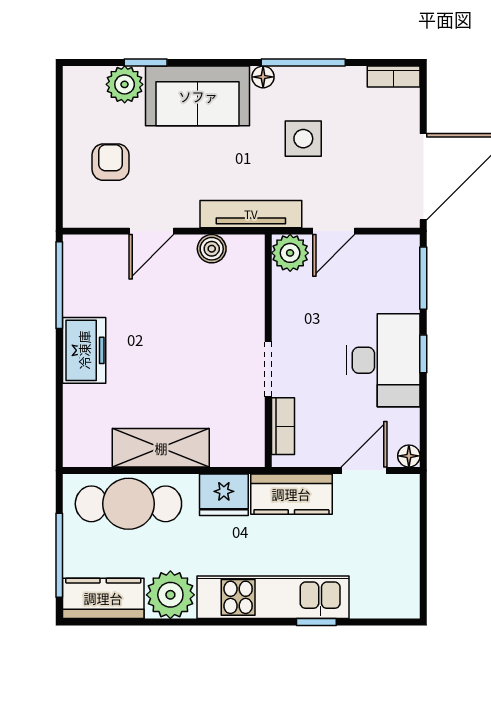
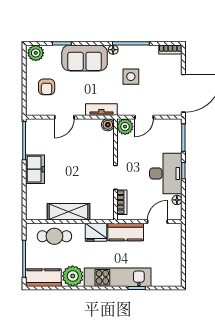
plant: (125, 84) -> (36, 53), moved
armchair: (111, 162) -> (47, 87), turned 180
tv unit: (251, 214) -> (101, 110), width x0.71
boiler: (212, 249) -> (108, 125), moved
floor lamp: (409, 456) -> (177, 200), moved
cafe table: (128, 504) -> (54, 236), width x0.73, depth x0.74

